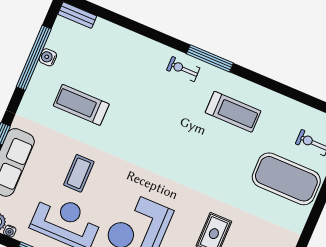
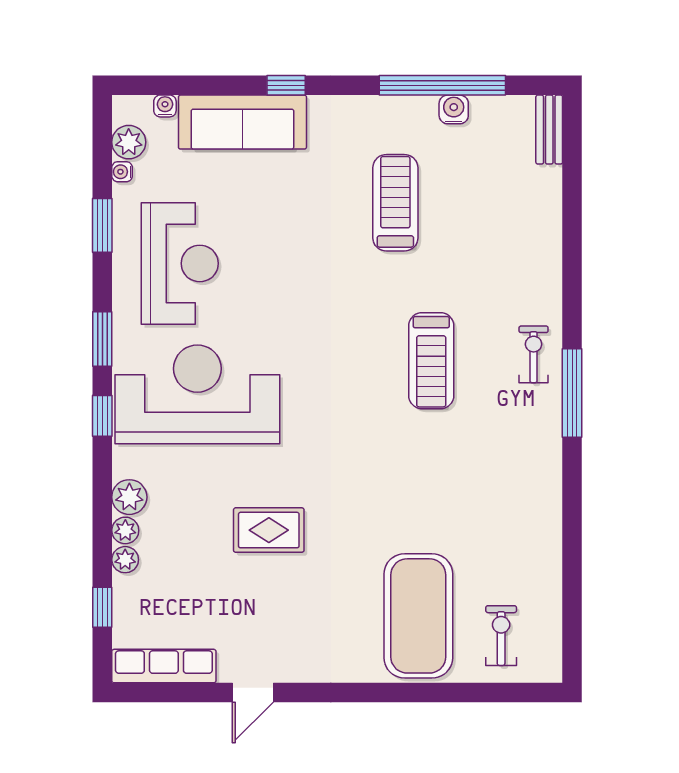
treadmill: (233, 112) -> (431, 361), moved
coffee table: (79, 173) -> (274, 249), removed

